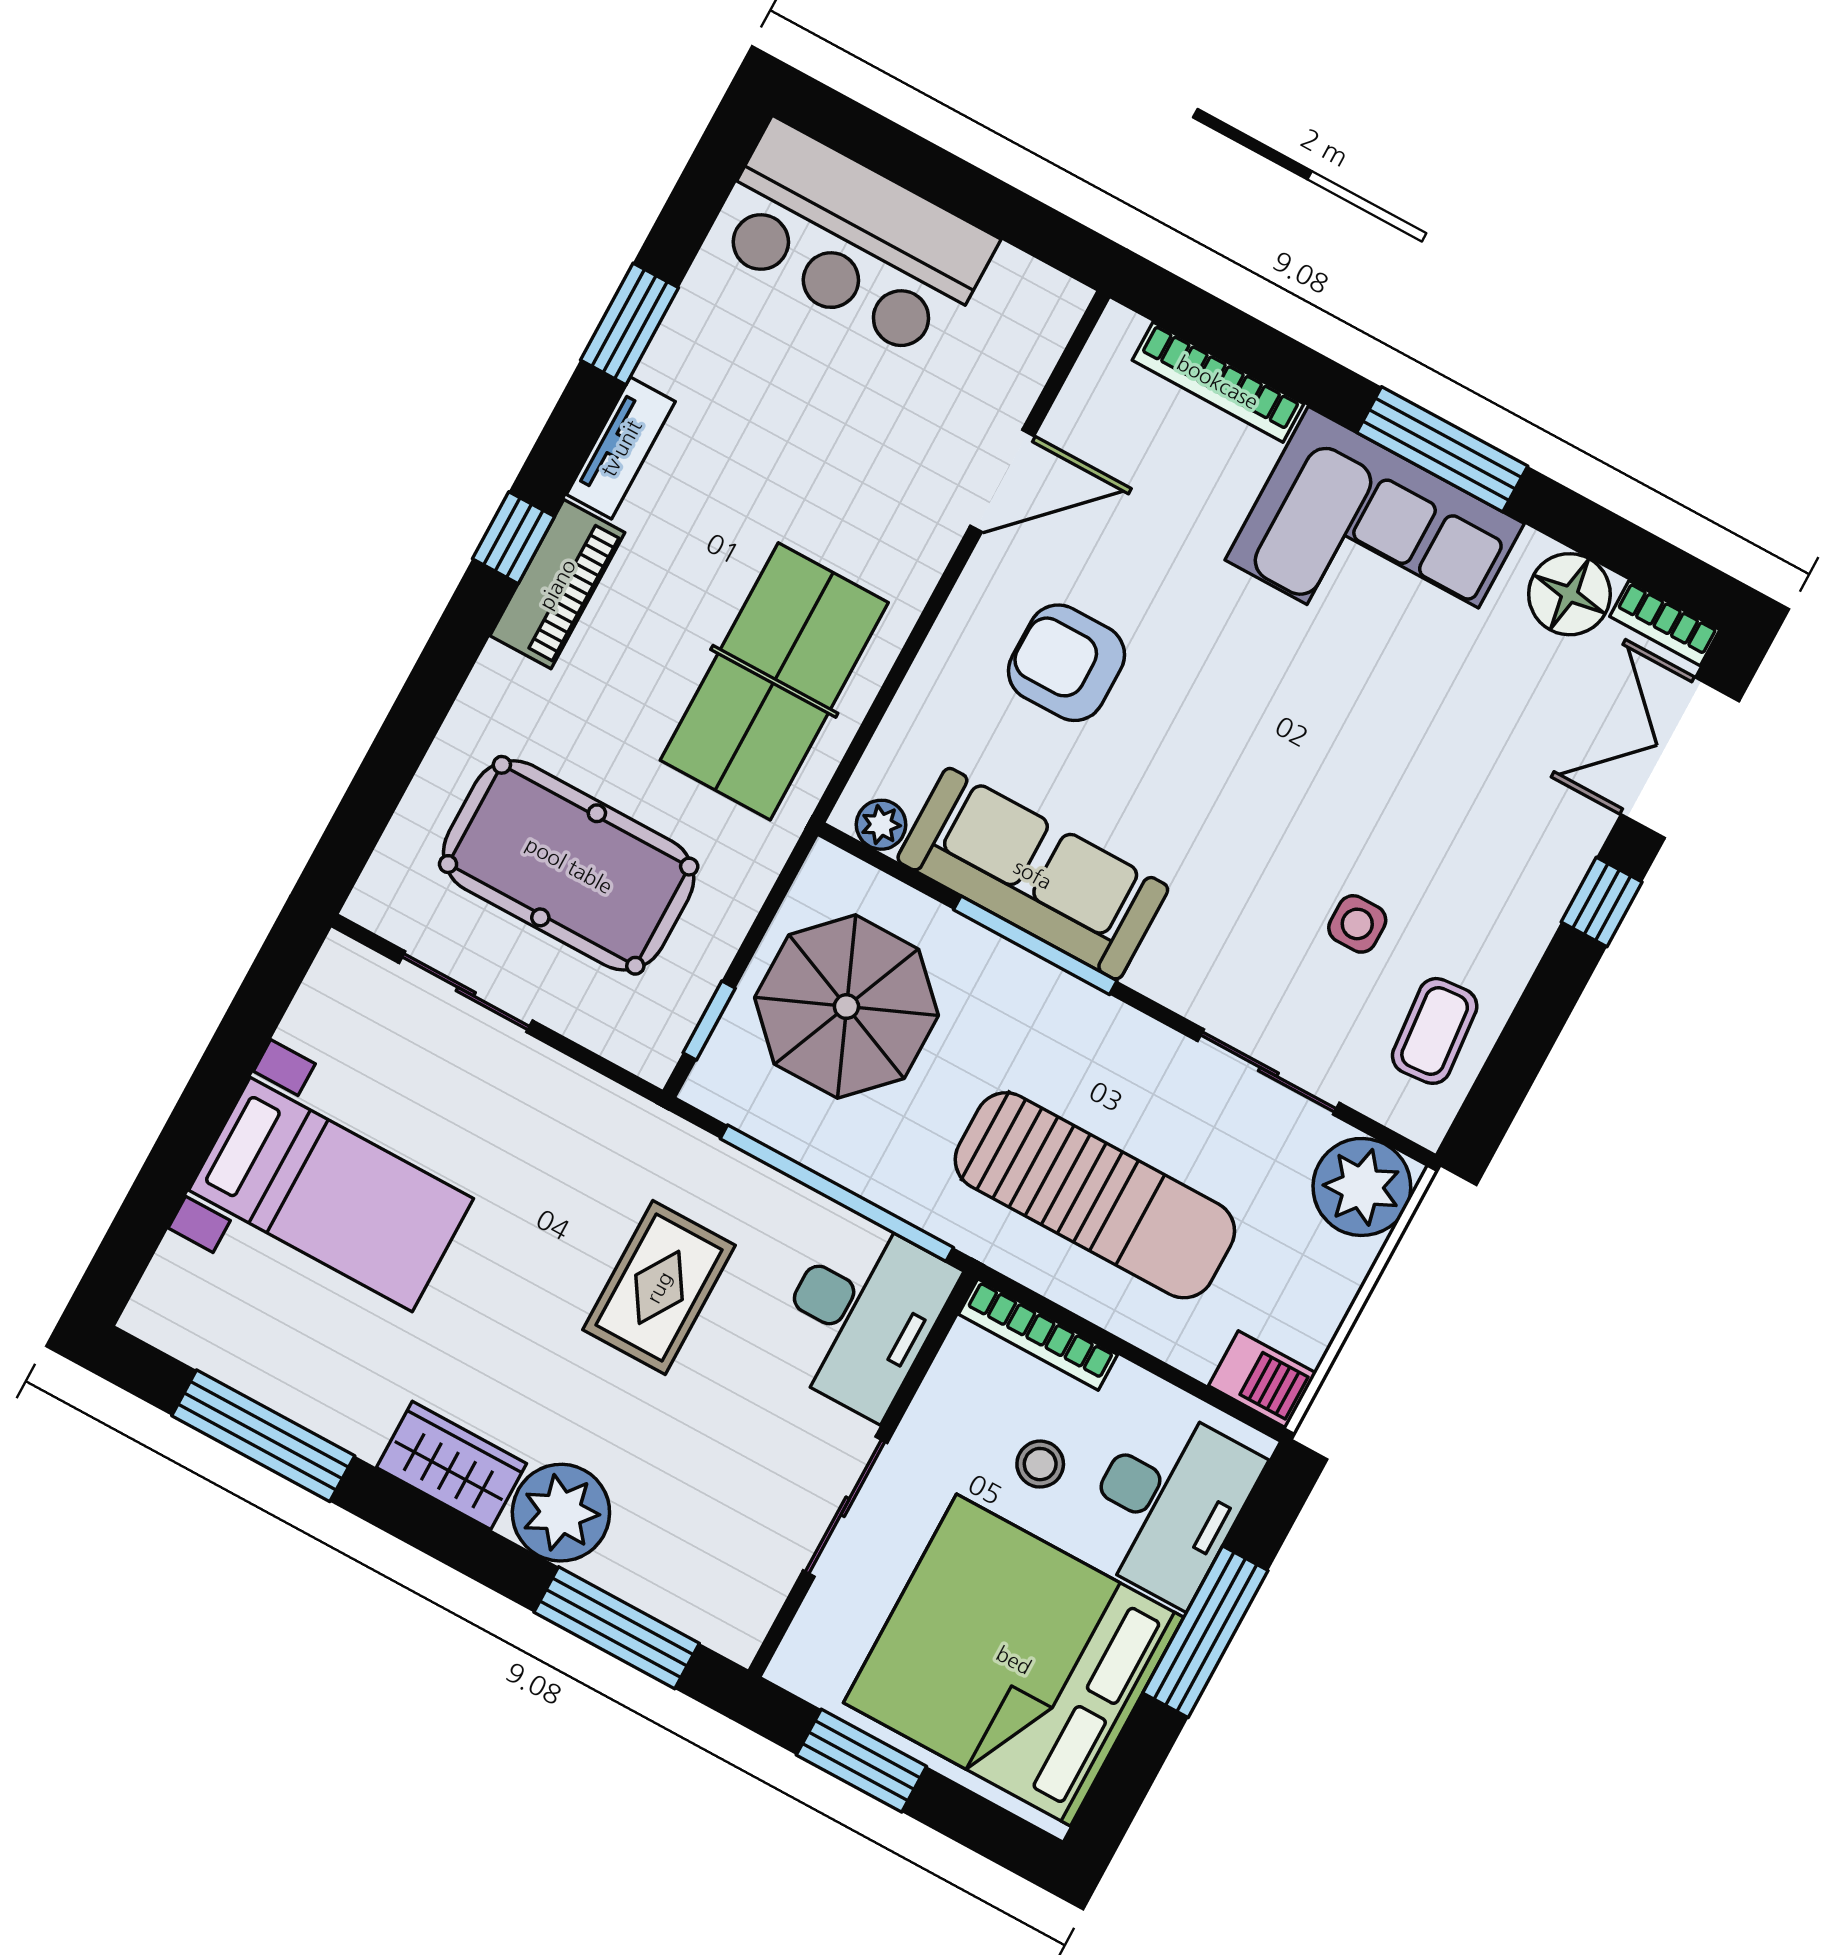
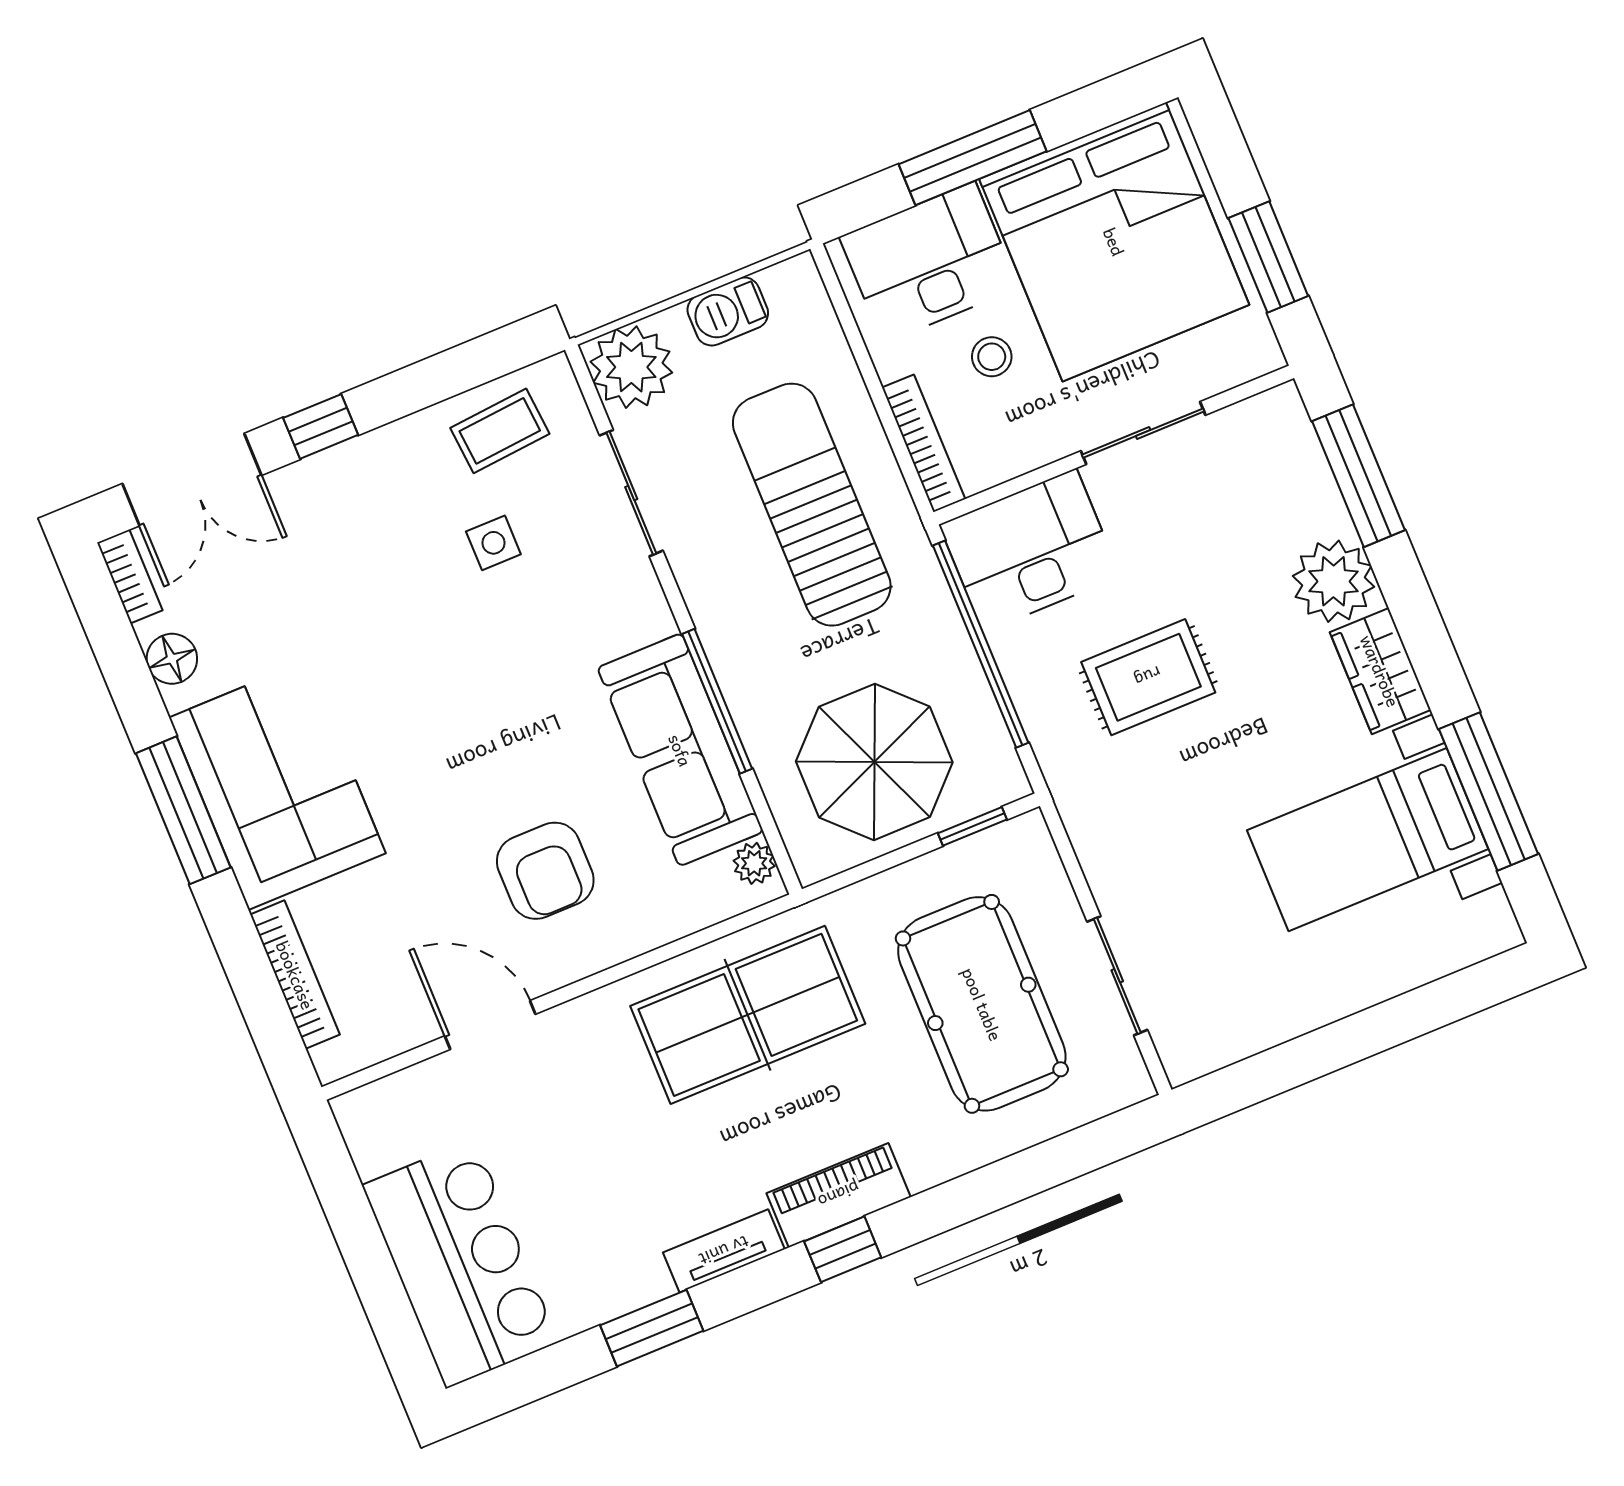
floor lamp: (1569, 594) -> (172, 659), width x0.73, depth x0.73
bed with nightstands: (331, 1194) -> (1368, 840), moved, turned -90
barbecue: (1262, 1379) -> (728, 311), moved, turned -90

